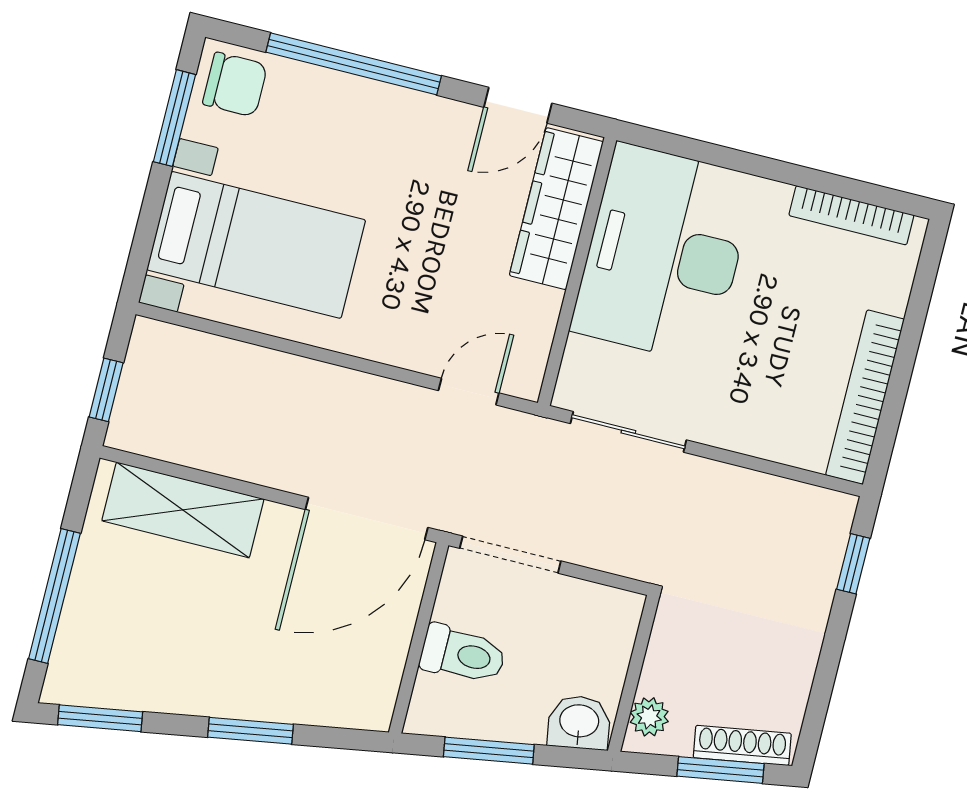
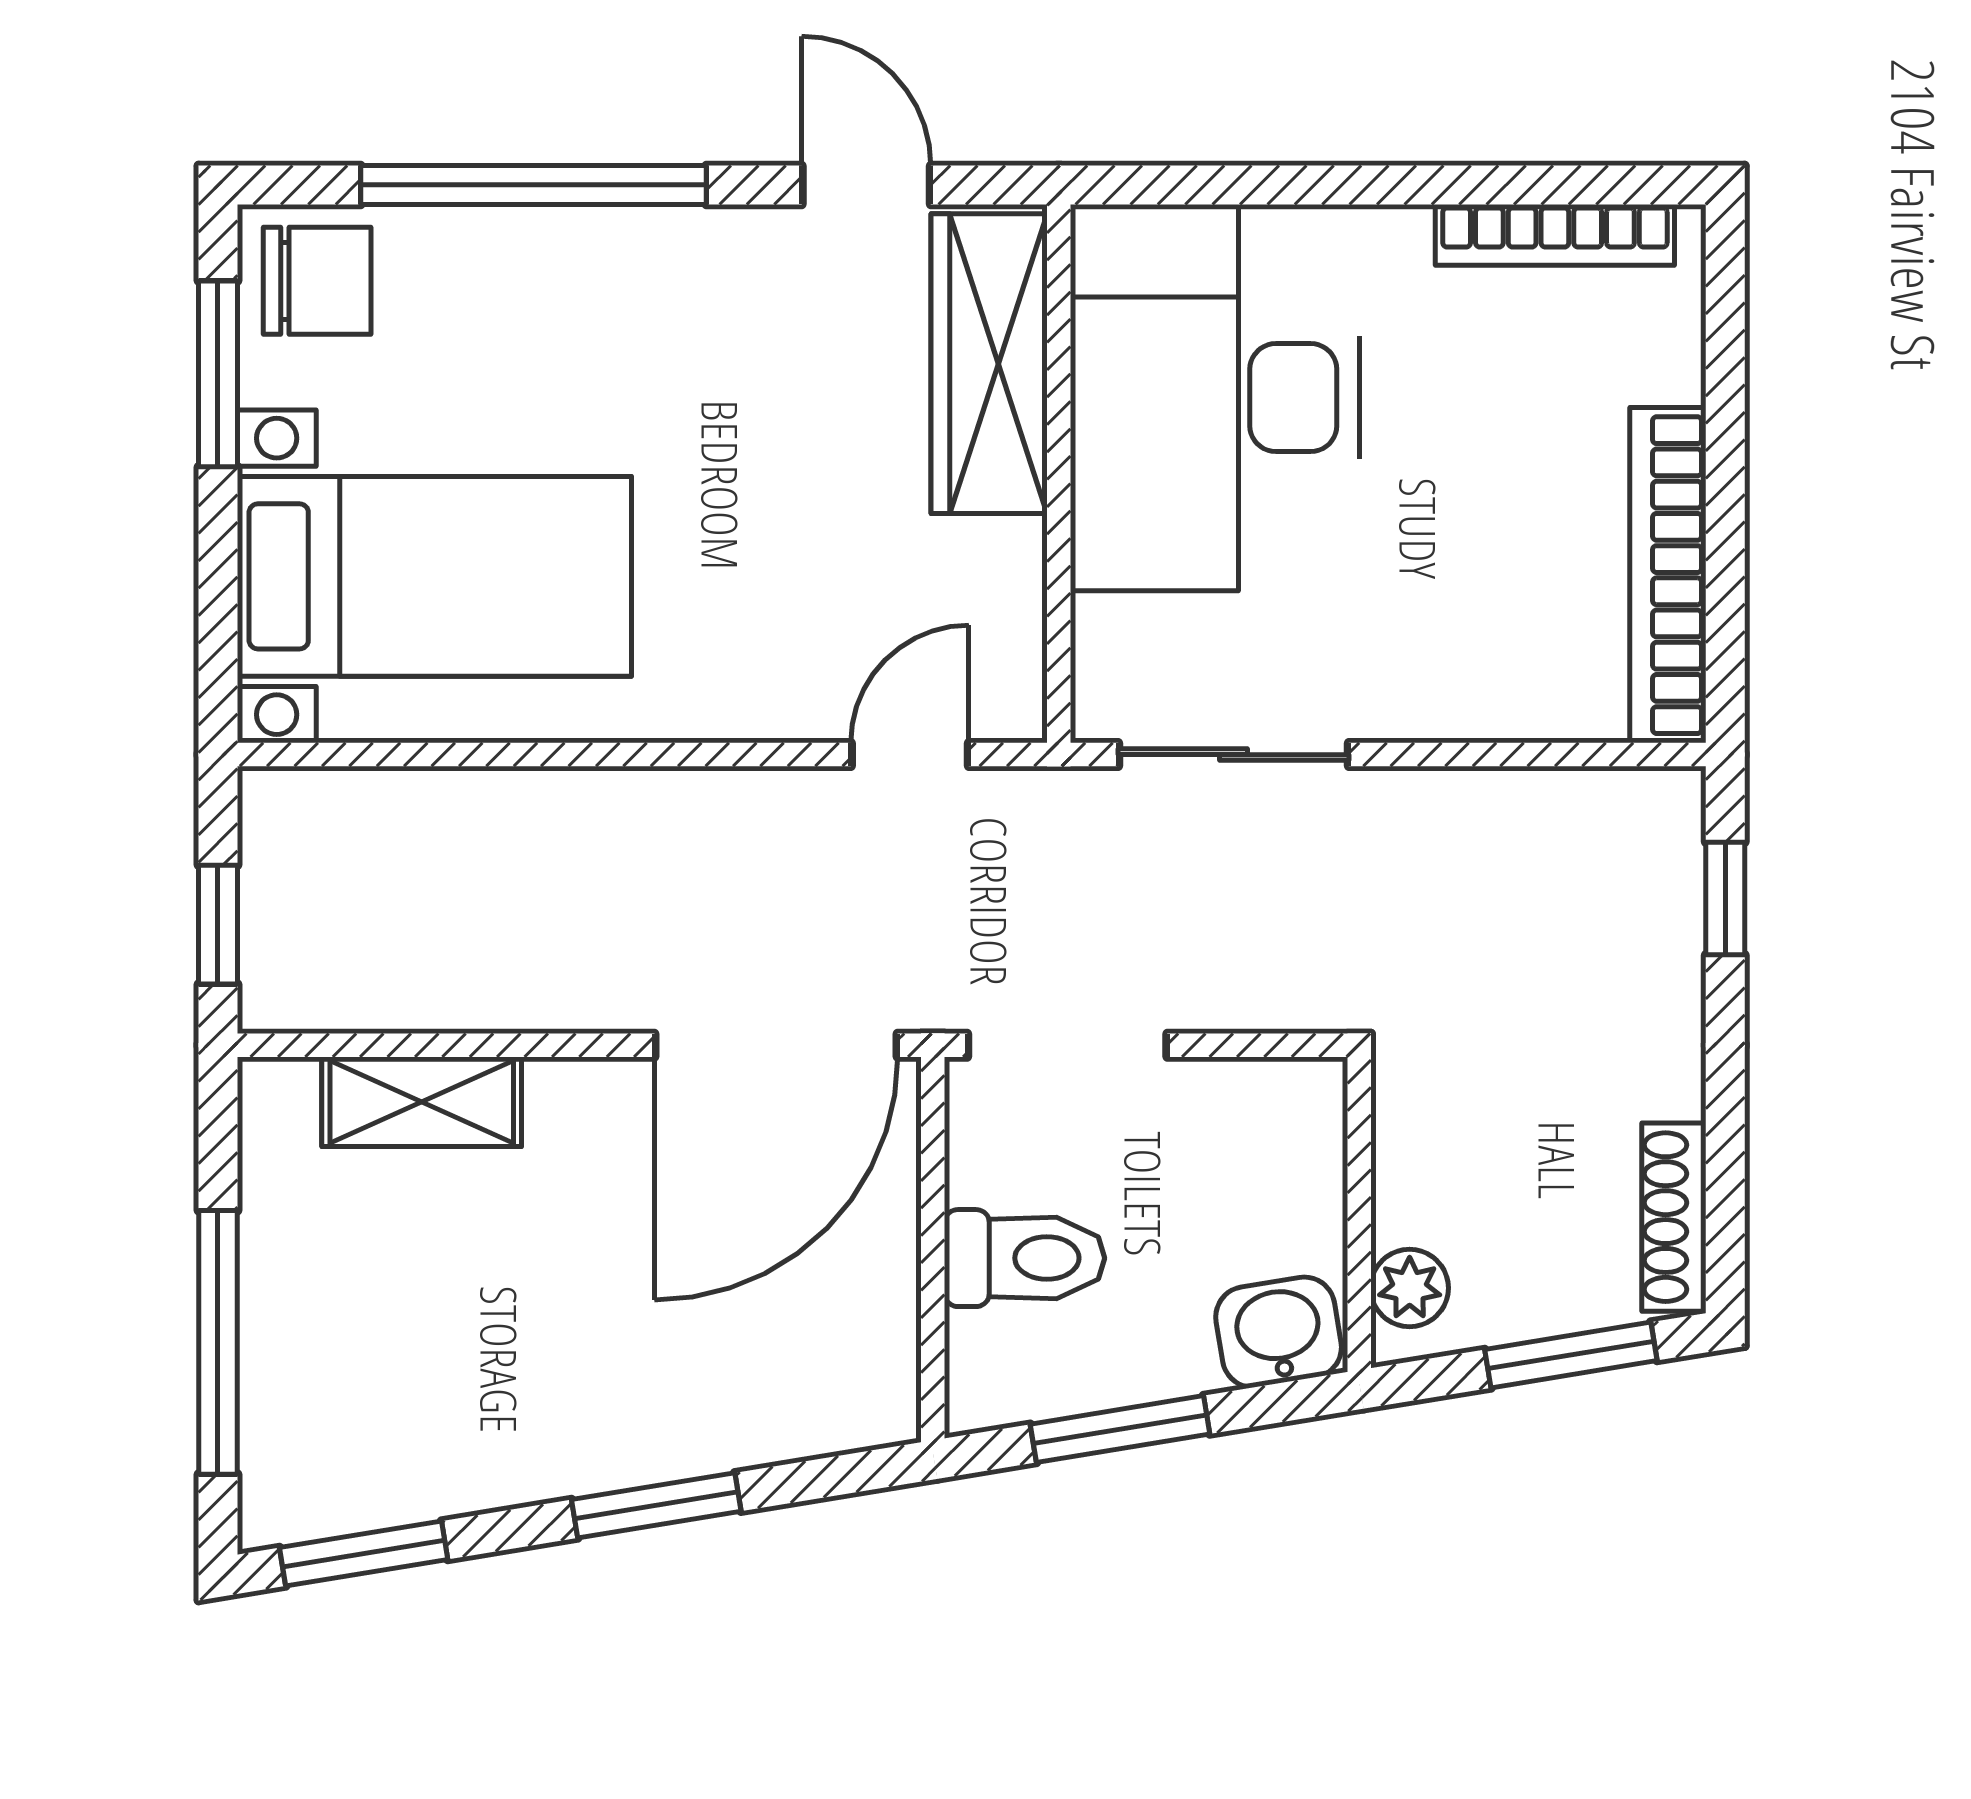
door: (518, 105) -> (866, 185), swing flipped
shelving: (183, 510) -> (422, 1102), width x0.67, depth x0.75
shoe rack: (742, 745) -> (1674, 1217), moved, turned -81

